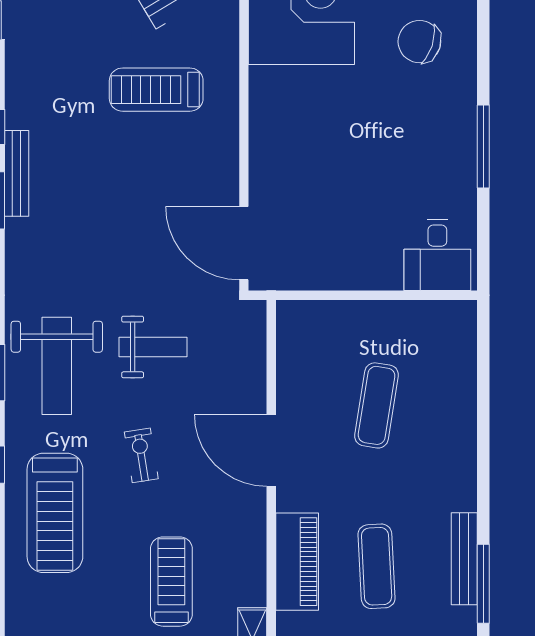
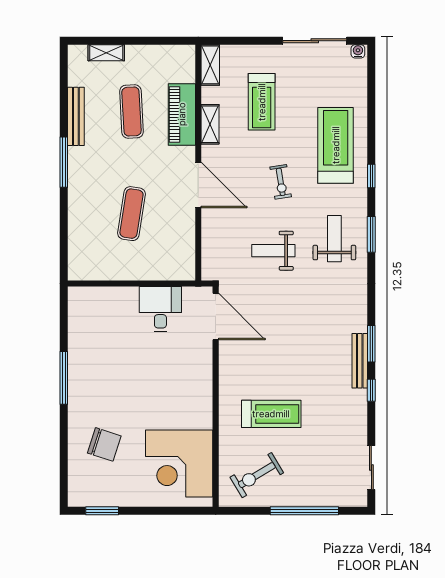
desk: (437, 255) -> (160, 309), moved
weight bench: (57, 366) -> (334, 239), width x0.73, depth x0.75
shelving: (253, 546) -> (210, 124), added
window: (483, 584) -> (64, 162), moved

